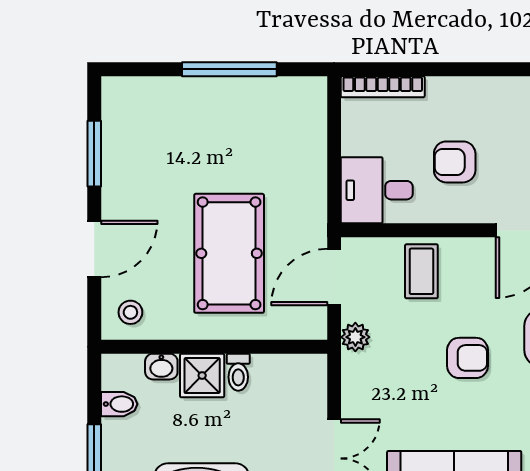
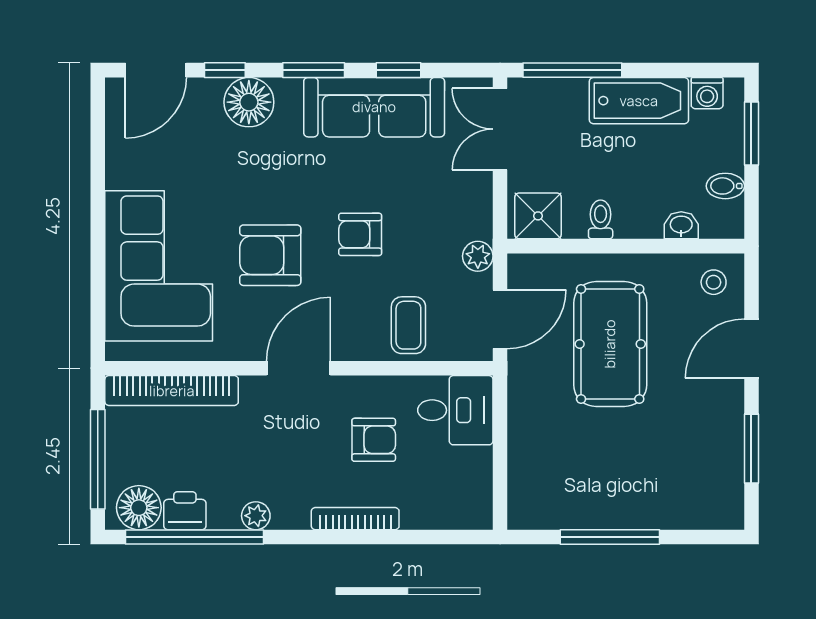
bookcase: (383, 87) -> (355, 519), moved
shower: (202, 376) -> (538, 216), moved

